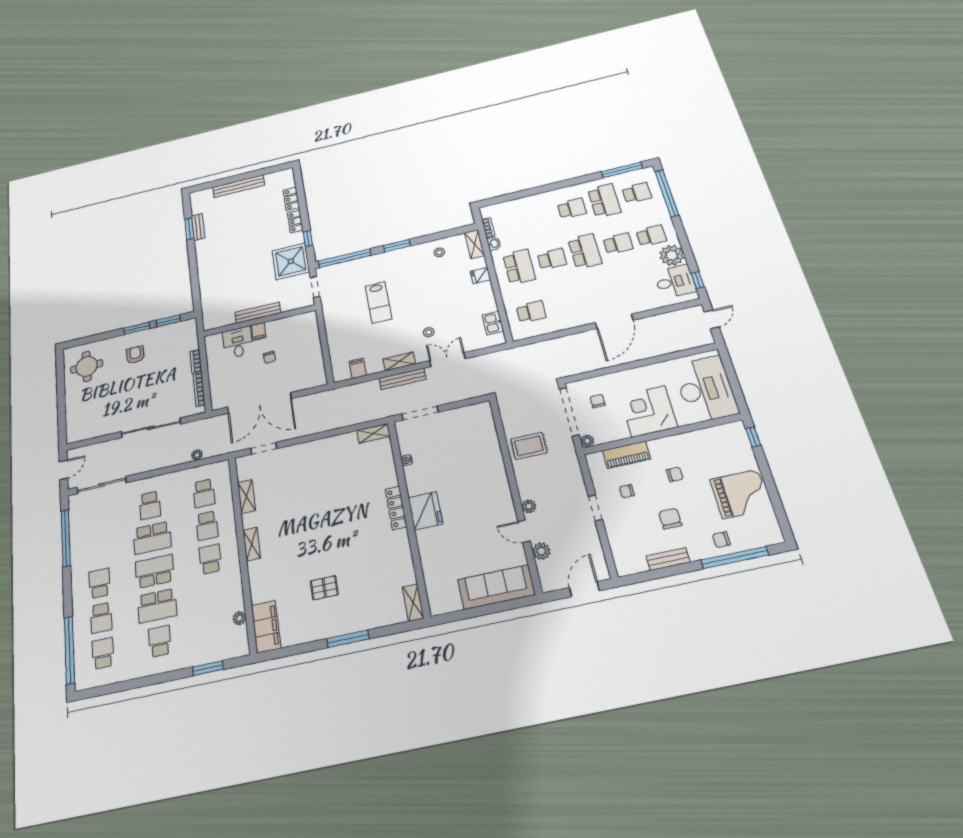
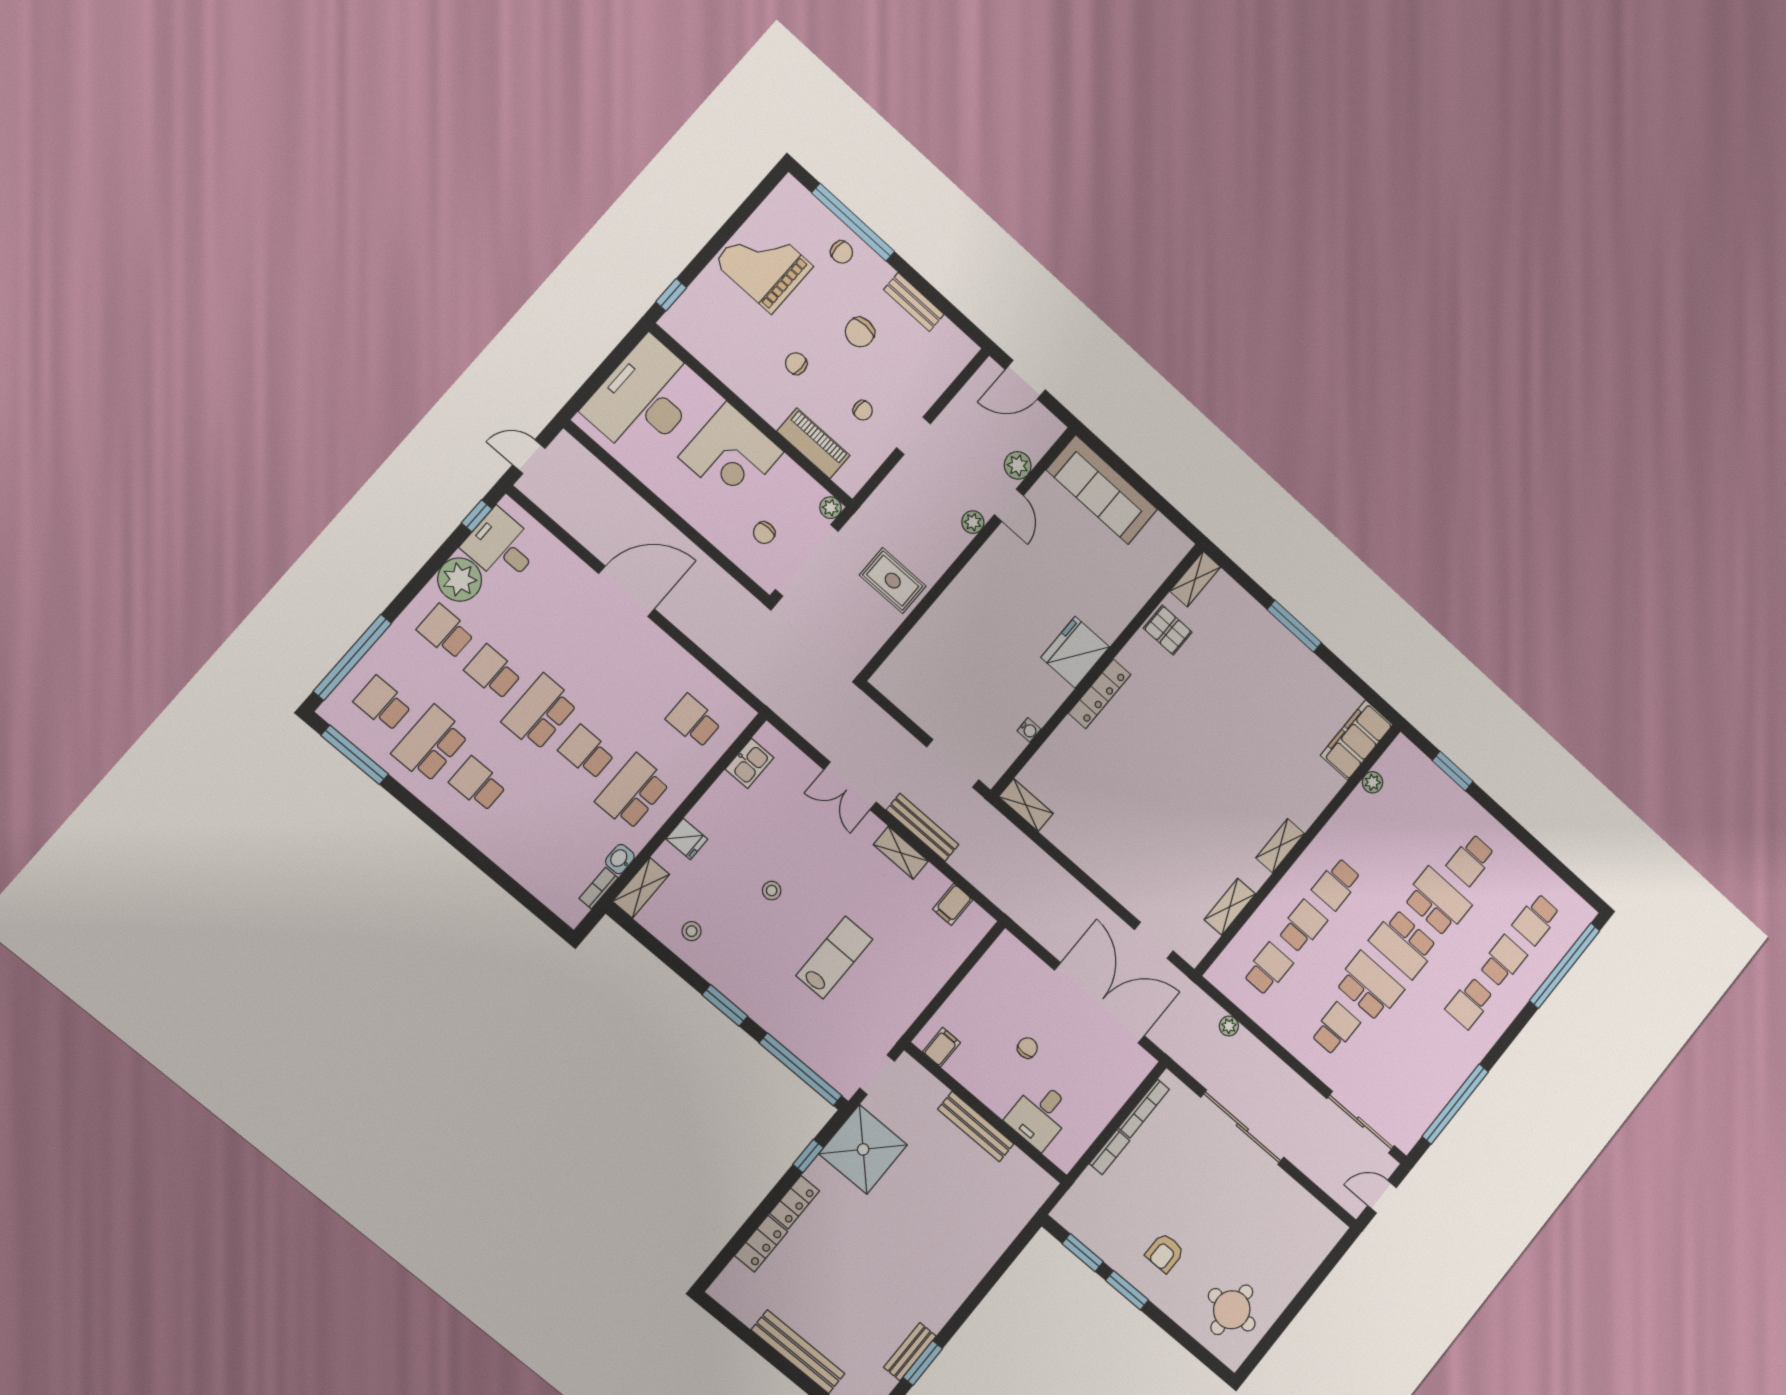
filing cabinet: (259, 331) -> (942, 1047), moved
stool: (429, 332) -> (772, 891), moved
pallet: (324, 588) -> (1168, 630), moved

